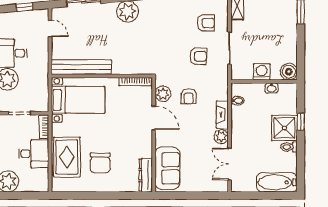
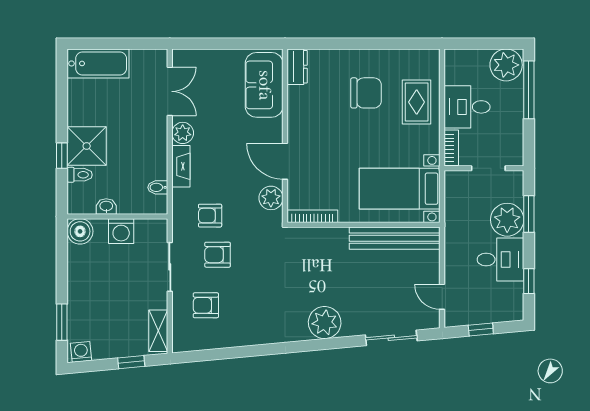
armchair: (189, 96) -> (210, 216), moved, turned -90
toilet: (289, 147) -> (80, 175), moved
rug: (67, 157) -> (417, 102), width x0.73, depth x0.70
chair: (100, 163) -> (366, 93), turned 90
dresser: (146, 175) -> (297, 67), width x0.70

